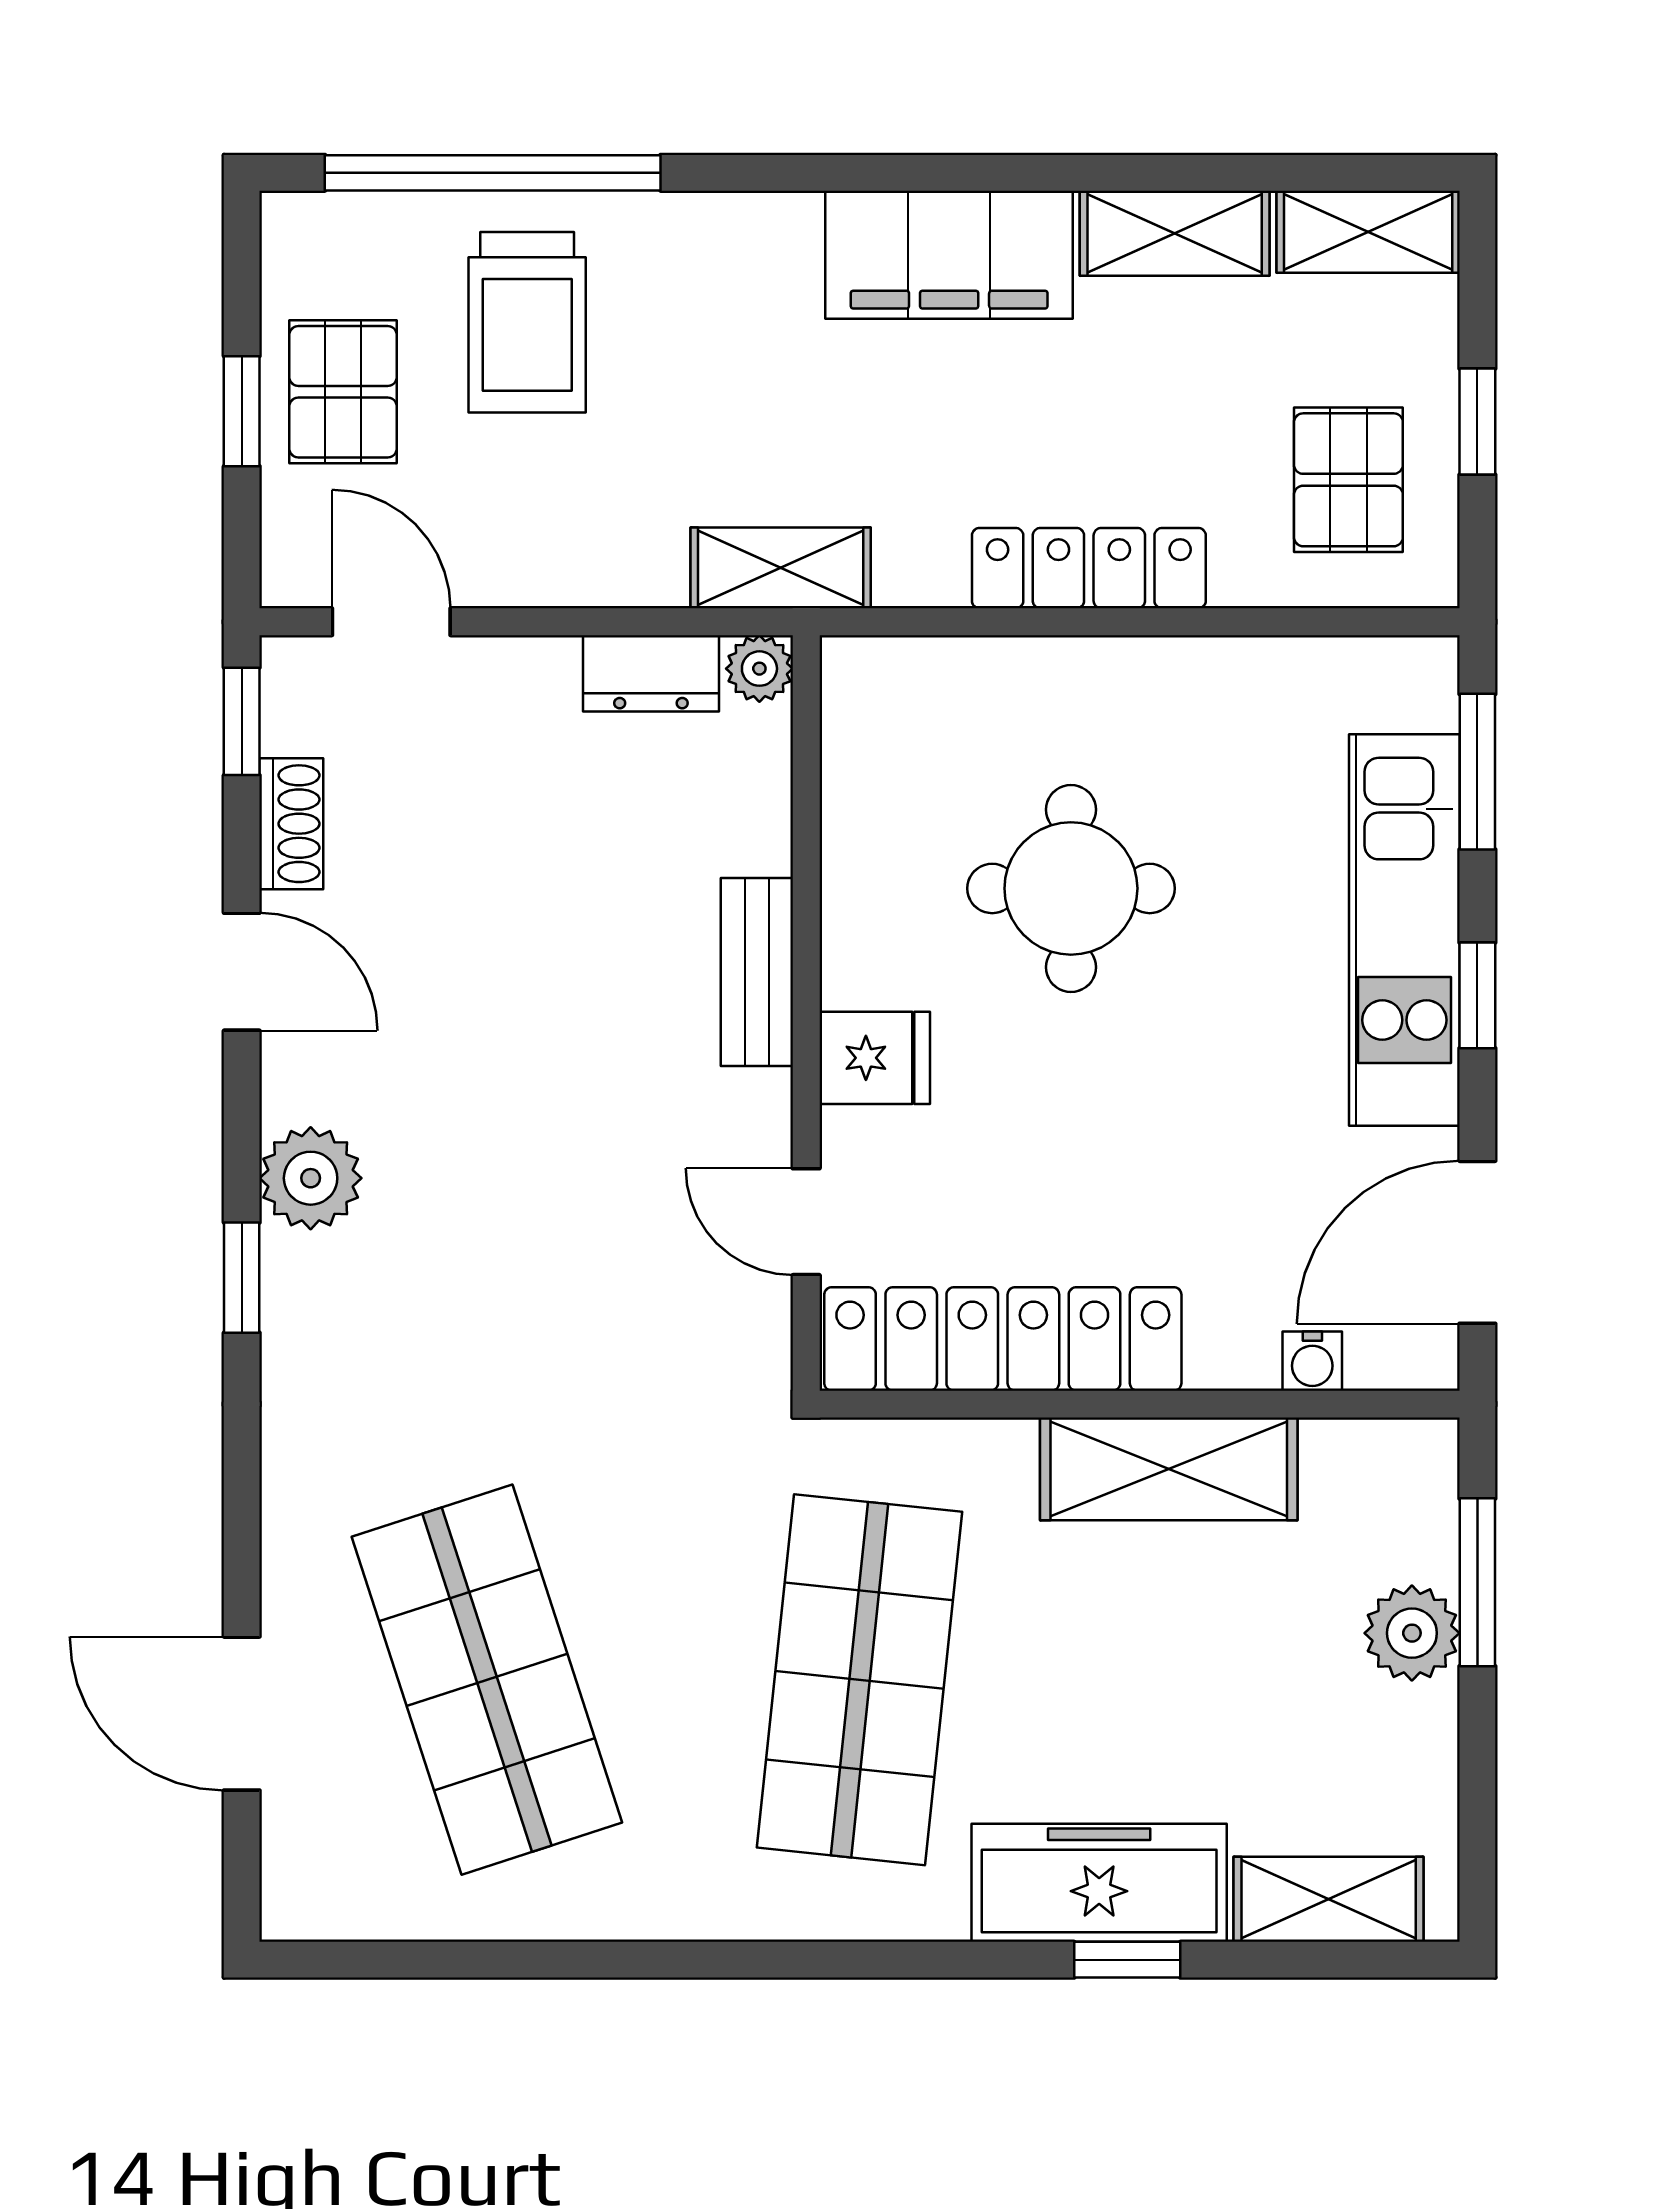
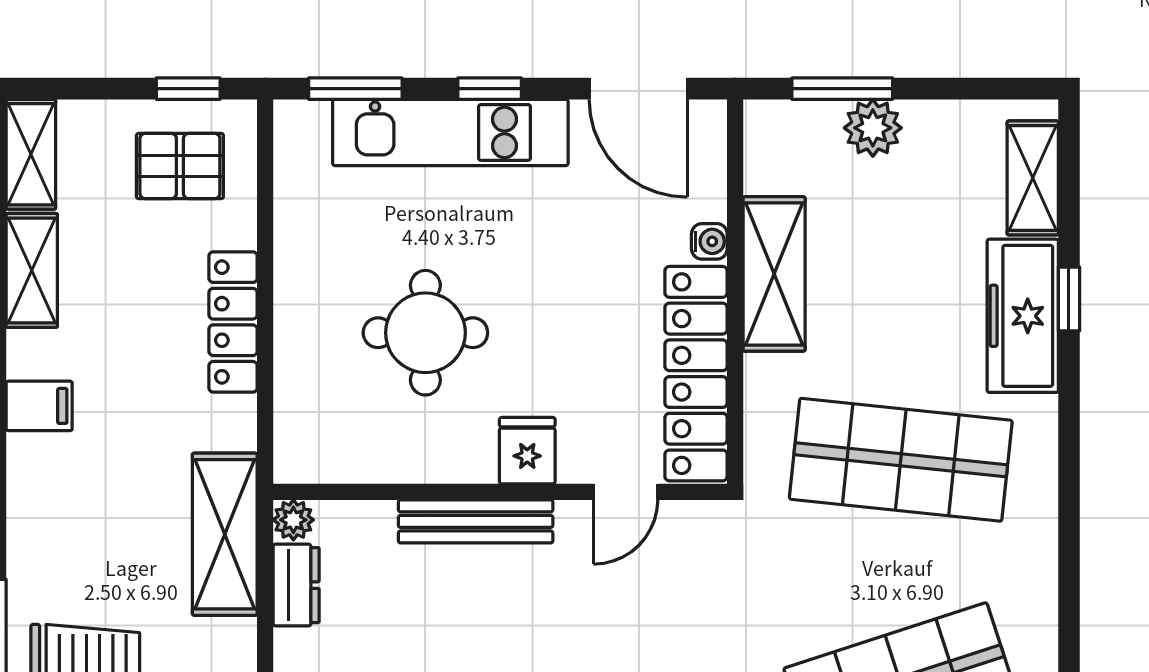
filing cabinet: (949, 255) -> (39, 406), width x0.33, depth x0.86
window: (1477, 422) -> (188, 89), moved
shelving: (781, 568) -> (225, 534), width x1.50, depth x1.33
bench: (757, 972) -> (476, 521), width x1.36
water cooler: (1312, 1361) -> (709, 241), moved

